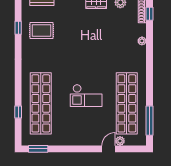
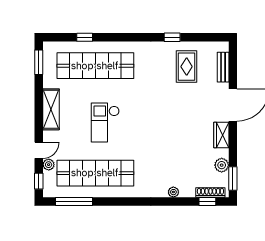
window: (18, 28) -> (172, 37), moved
shelving: (76, 139) -> (51, 109), added
door: (108, 149) -> (39, 150), hinge flipped
window: (133, 149) -> (39, 181), added

